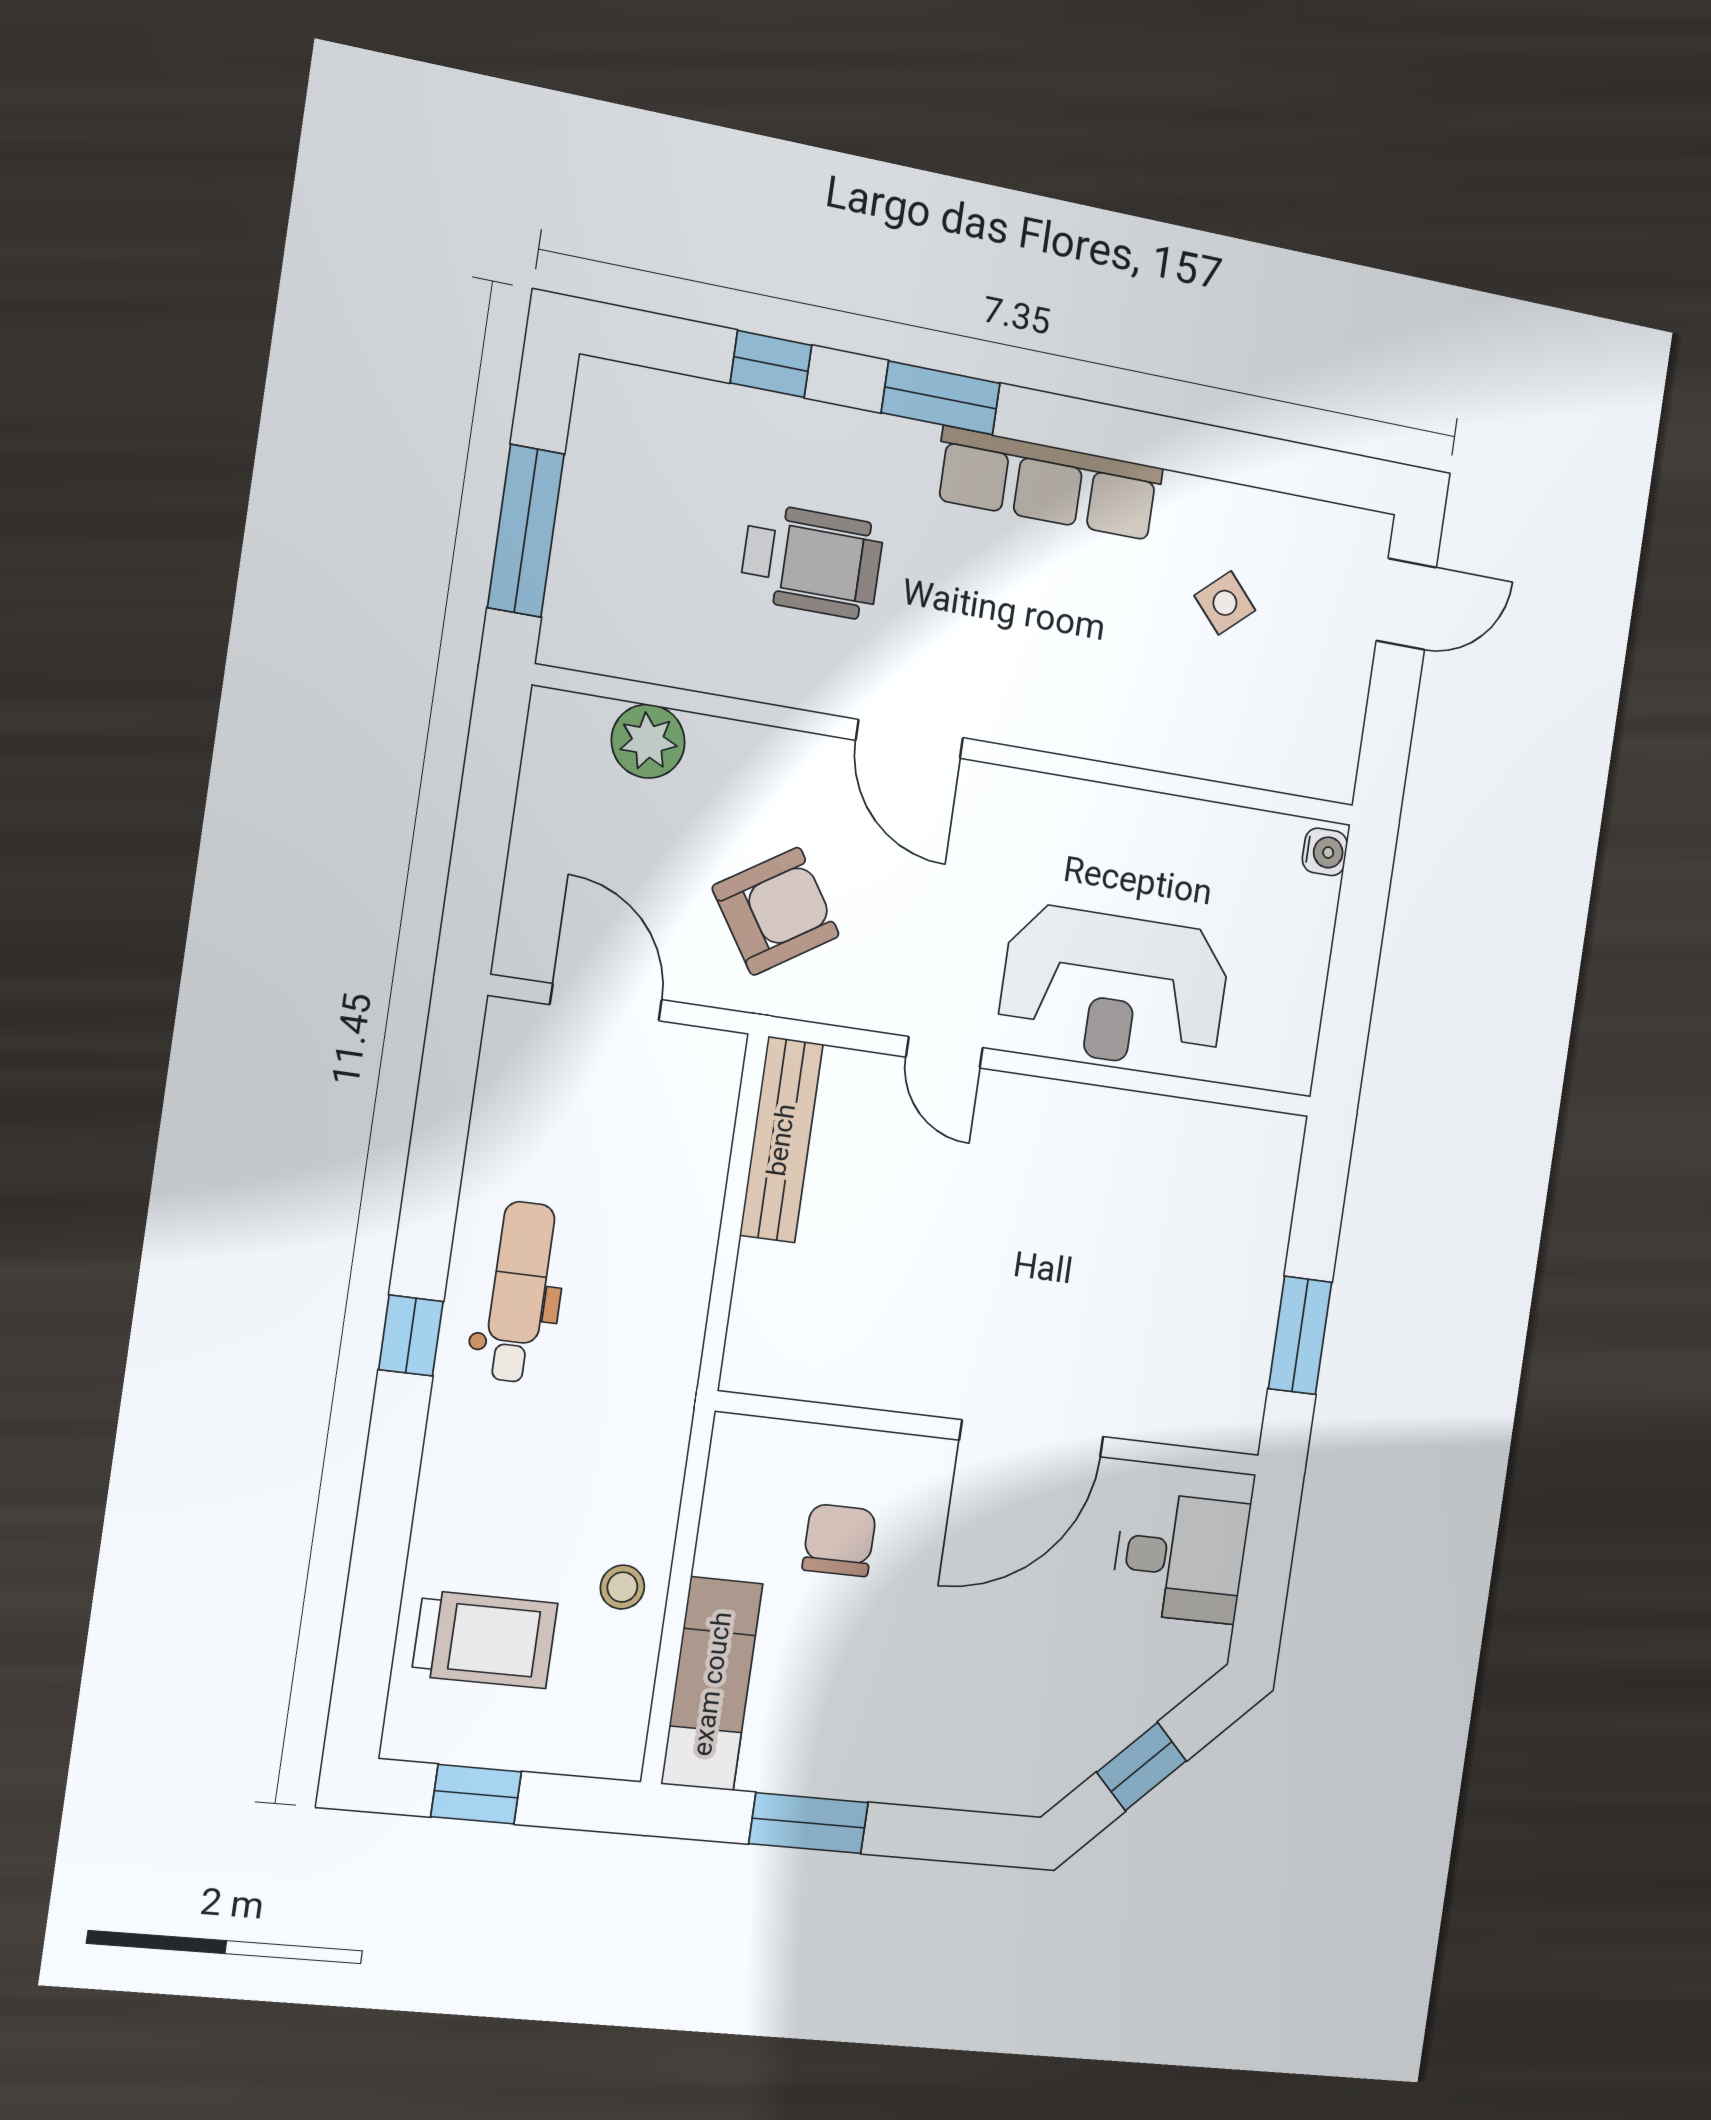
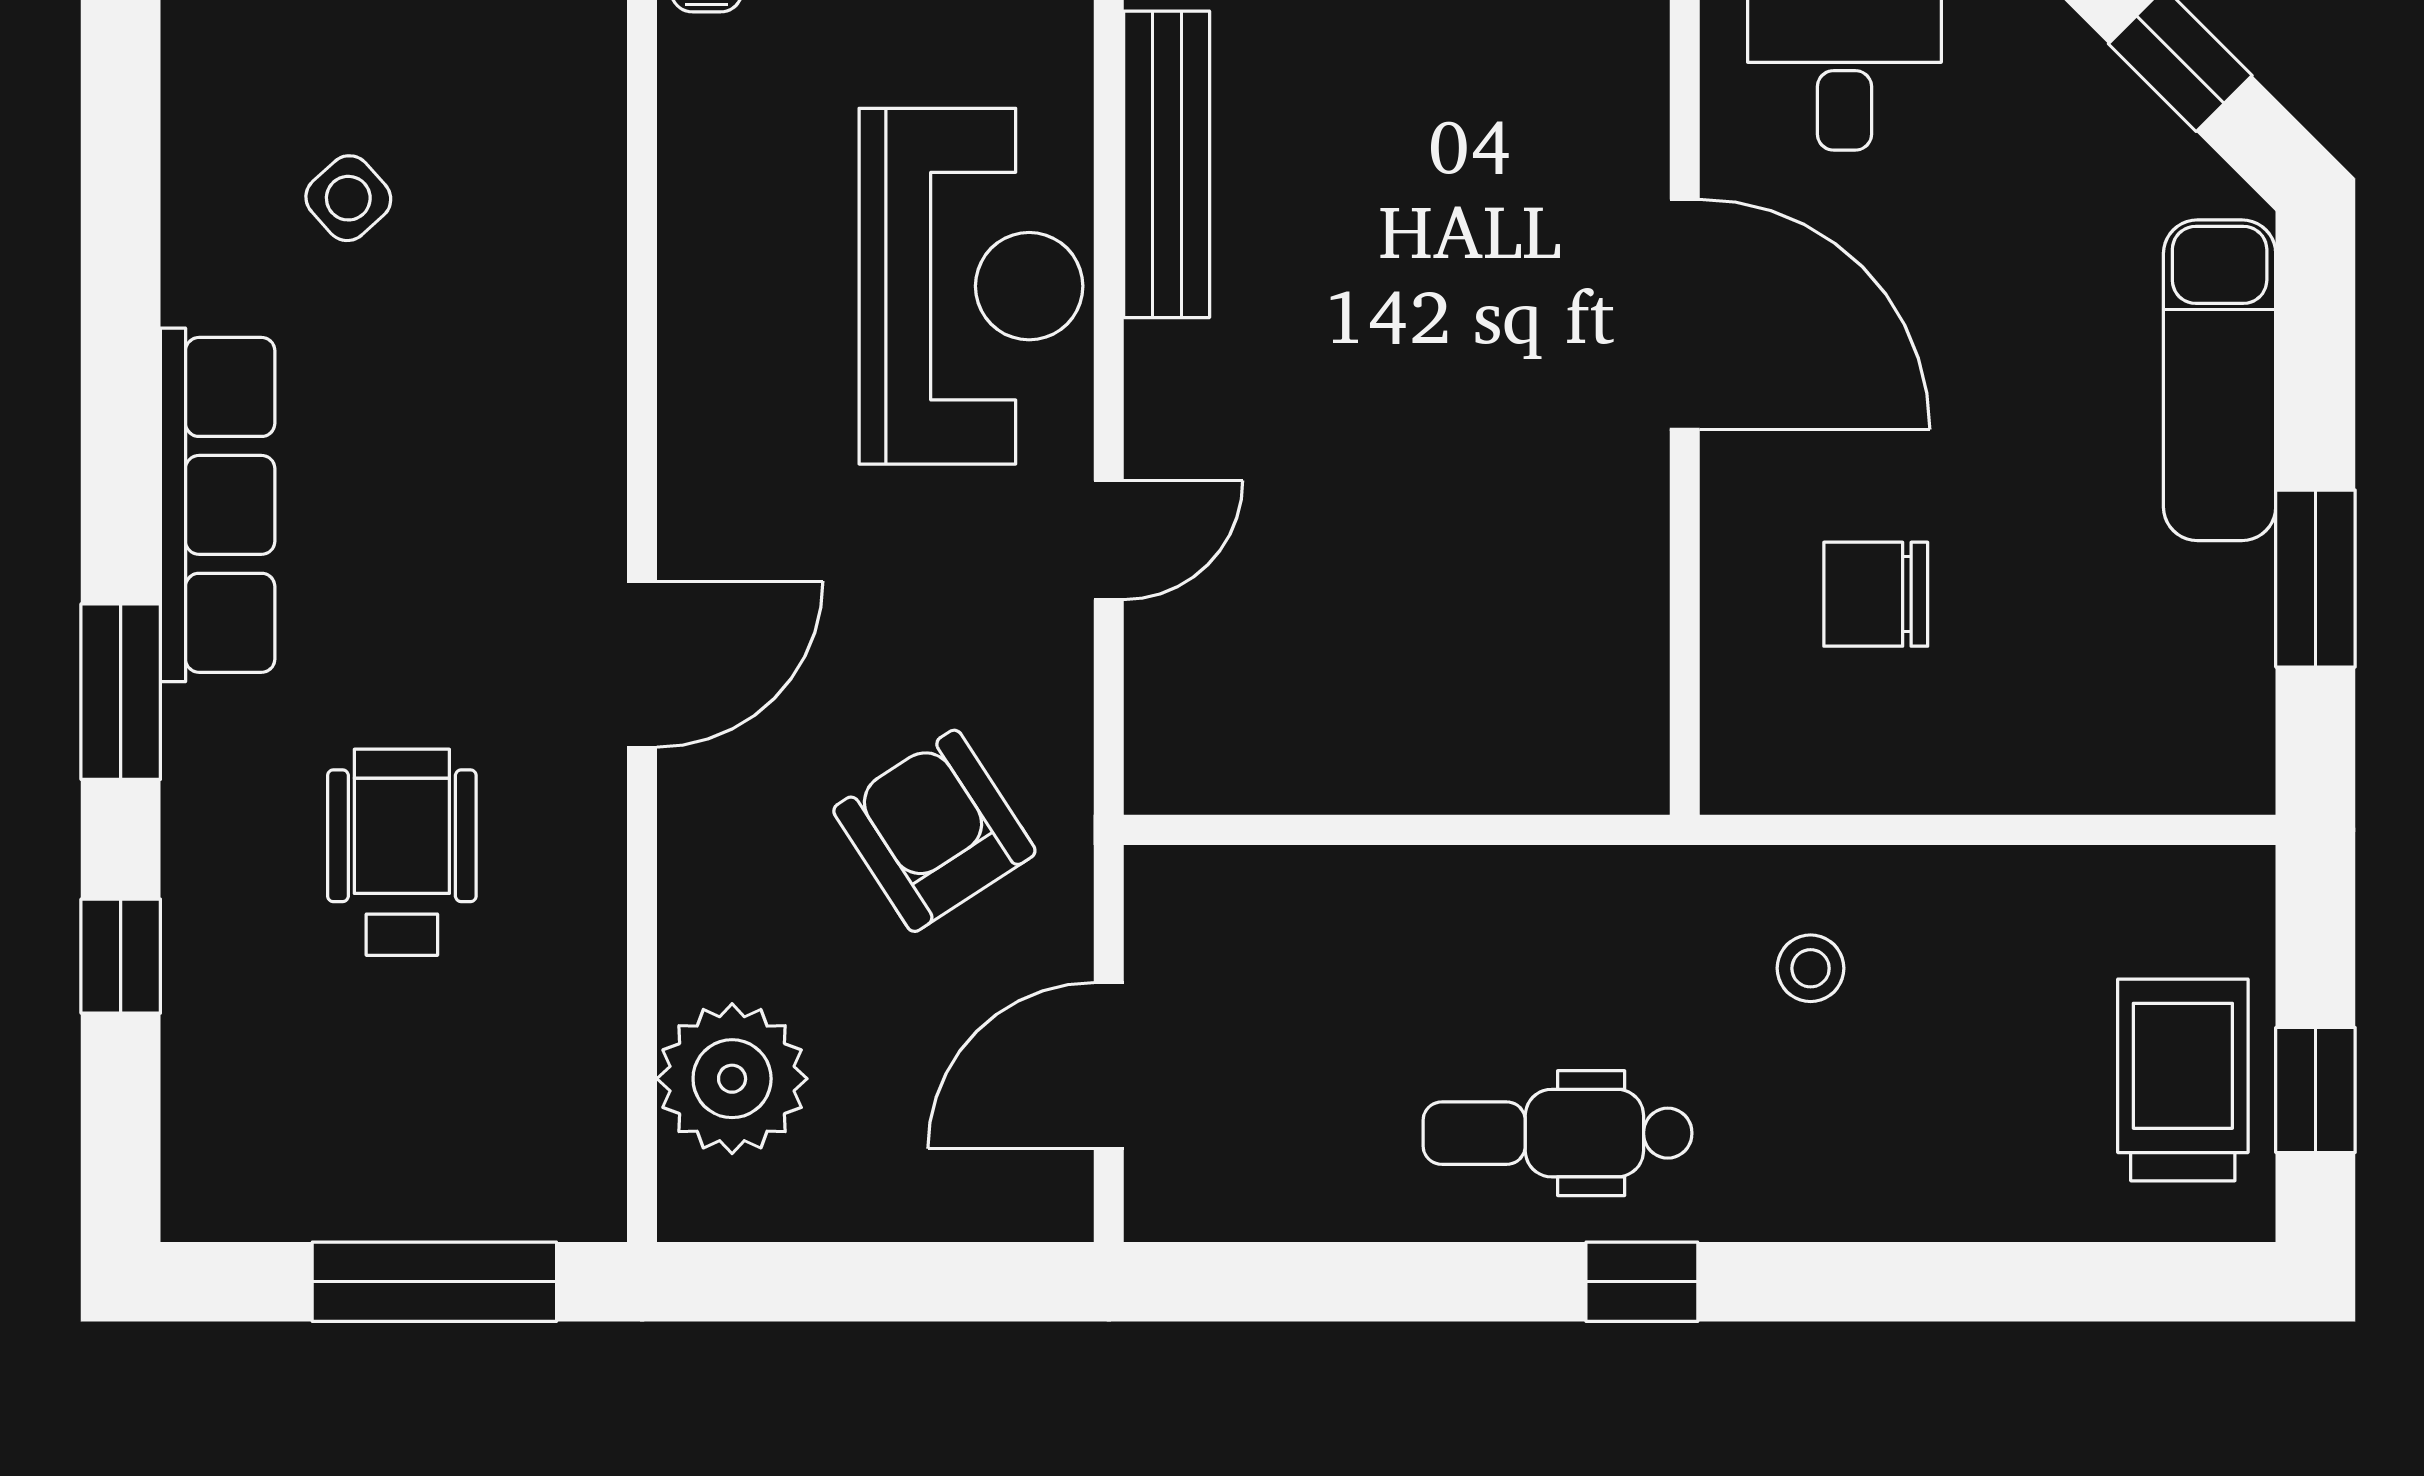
plant: (648, 741) -> (732, 1079), width x1.36, depth x1.36
bench: (781, 1140) -> (1167, 164), moved, turned 90
stool: (622, 1587) -> (1811, 968), moved
trolley: (485, 1639) -> (2183, 1080), moved
exam couch: (712, 1684) -> (2220, 380), moved, turned -90

